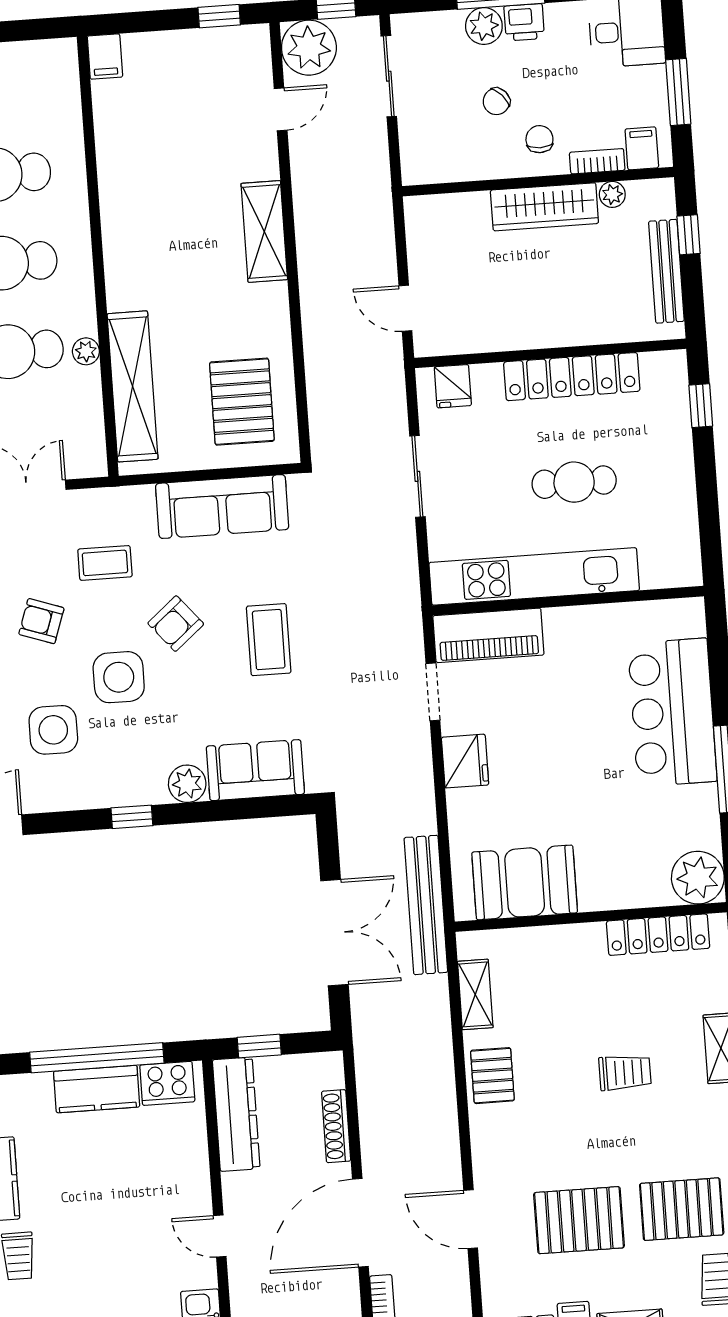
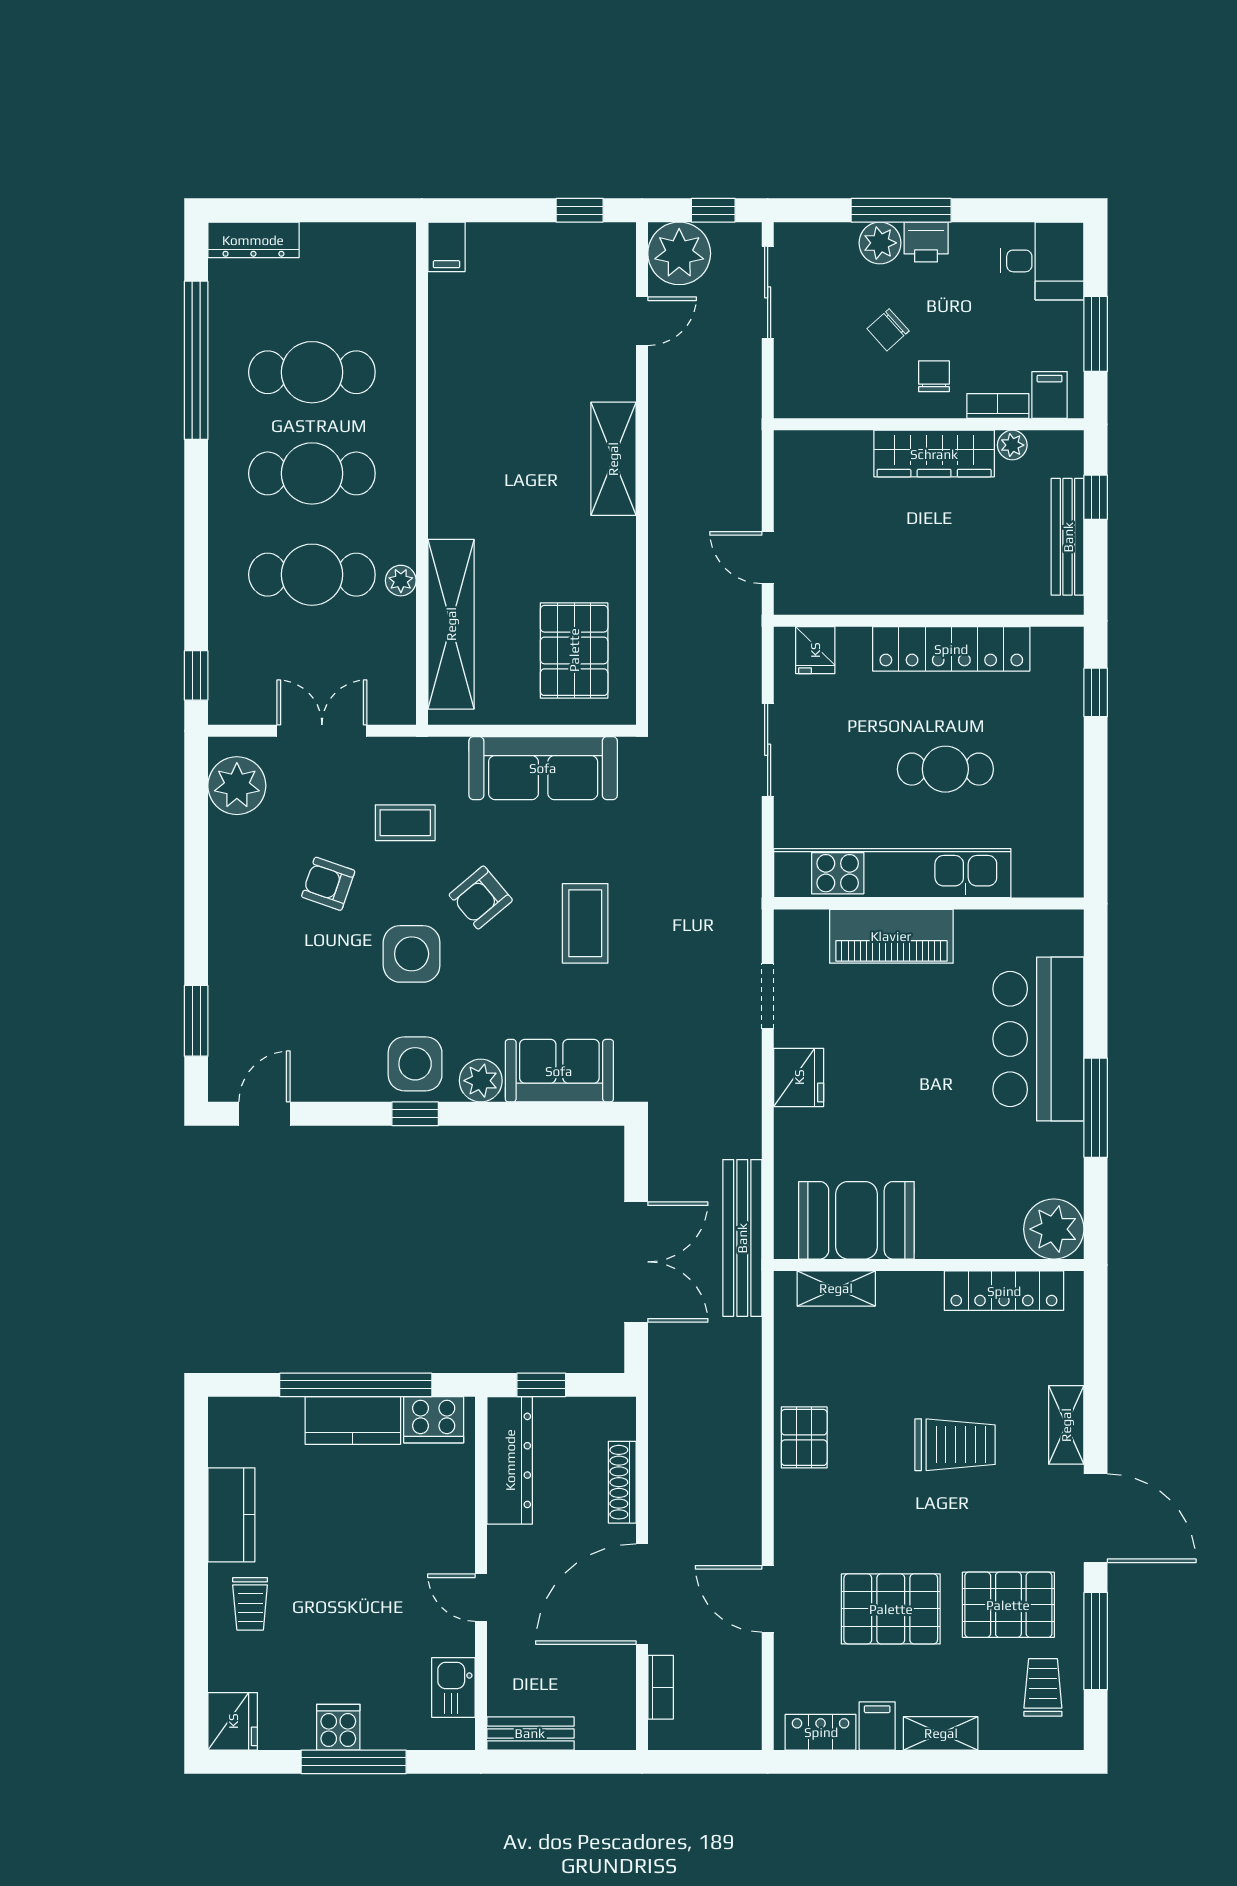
piano: (488, 635) -> (891, 936), moved
side table: (53, 730) -> (415, 1064), moved
shelving: (475, 994) -> (836, 1288), moved, turned 90
trolley: (625, 1072) -> (955, 1445), width x1.36, depth x1.39

